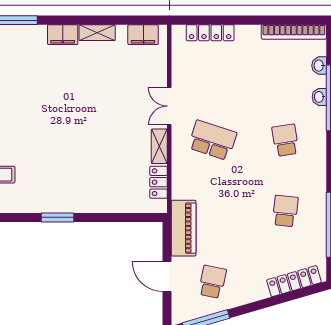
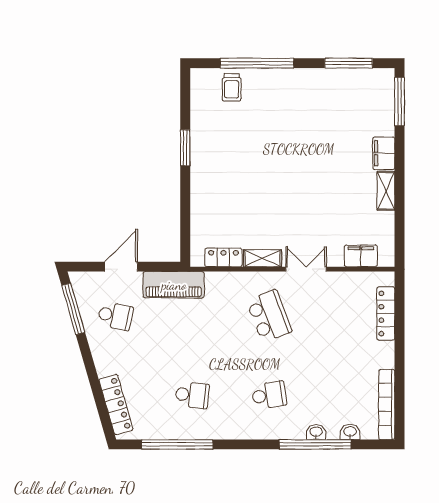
filing cabinet: (143, 35) -> (361, 256), moved, turned 90
school desk: (212, 140) -> (269, 316), turned -39

